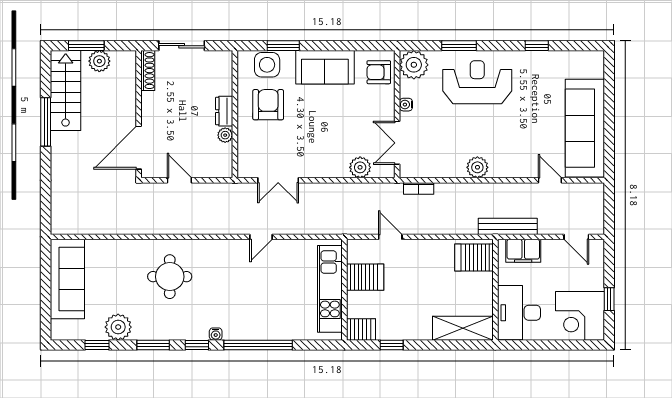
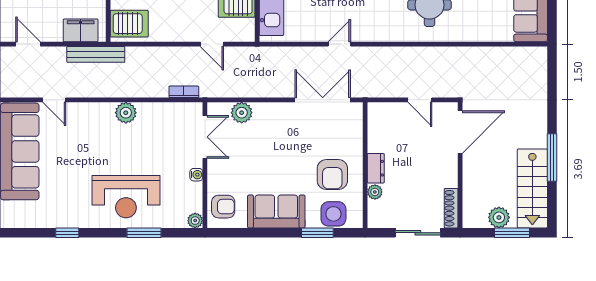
plant: (414, 65) -> (195, 221), width x0.53, depth x0.53
plant: (225, 135) -> (375, 192), moved
double door: (278, 180) -> (323, 100), width x1.37

